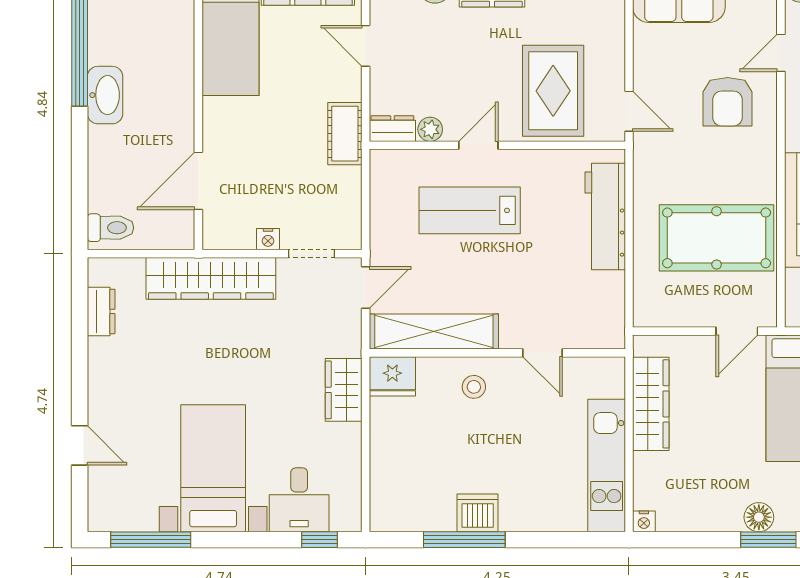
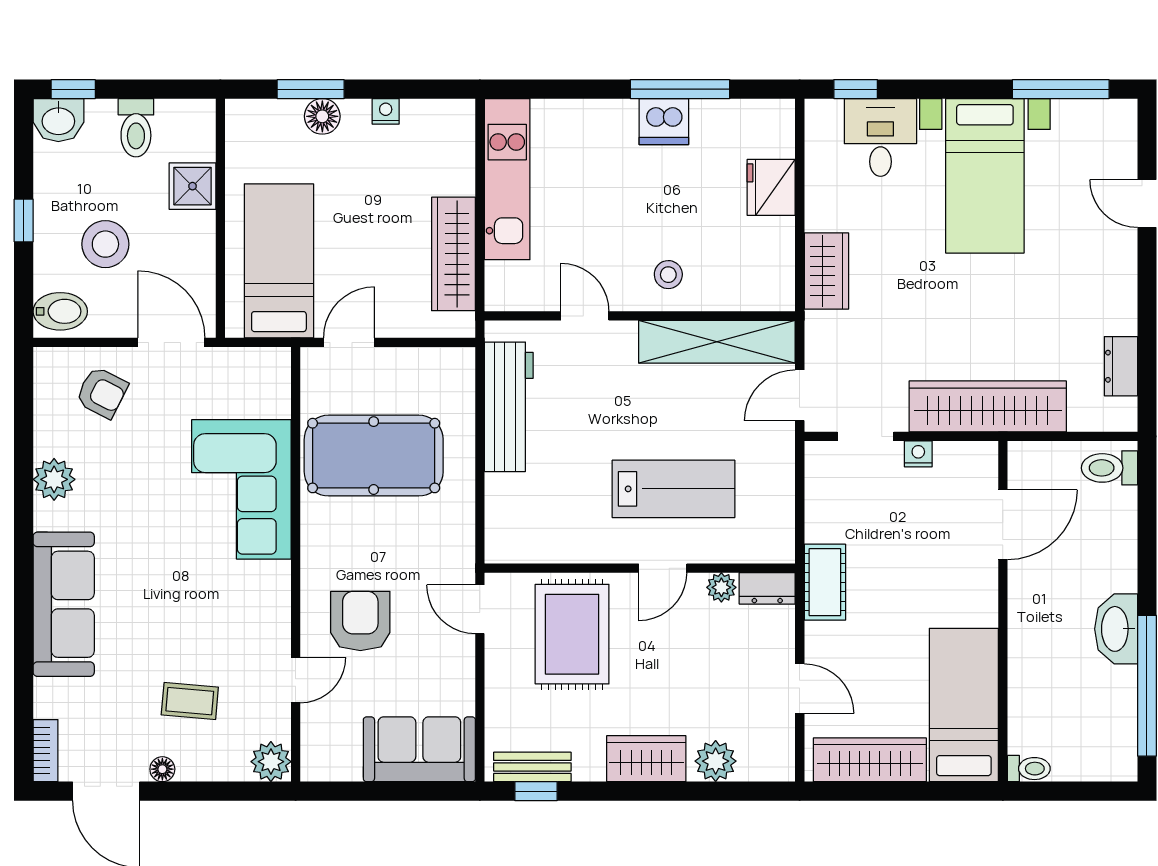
workbench: (605, 217) -> (509, 407), moved
fridge: (392, 376) -> (771, 187), moved, turned -90
nightstand: (644, 521) -> (386, 111), moved

